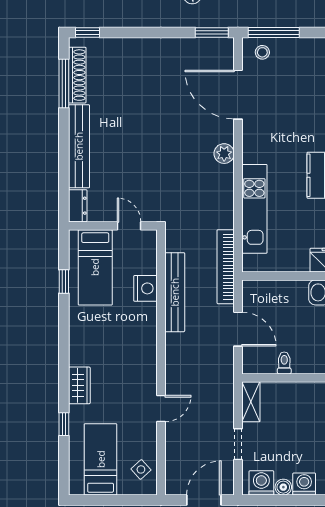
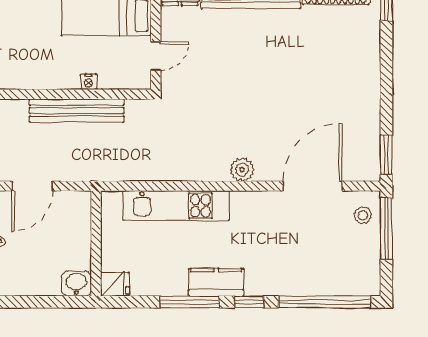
bookcase: (226, 267) -> (107, 171), removed
nightstand: (145, 288) -> (88, 82), width x0.53, depth x0.56

